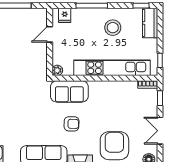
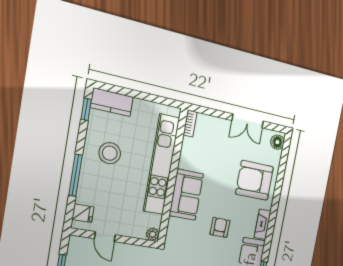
window: (160, 60) -> (163, 101), removed
sofa: (69, 91) -> (186, 195), moved
window: (160, 98) -> (209, 112), removed

